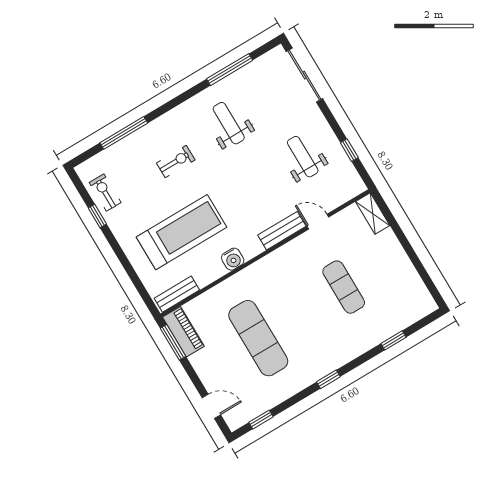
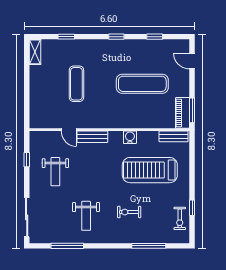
shelving: (373, 214) -> (35, 52), moved
exercise mat: (258, 338) -> (142, 84), turned 90
window: (261, 420) -> (155, 37), moved

